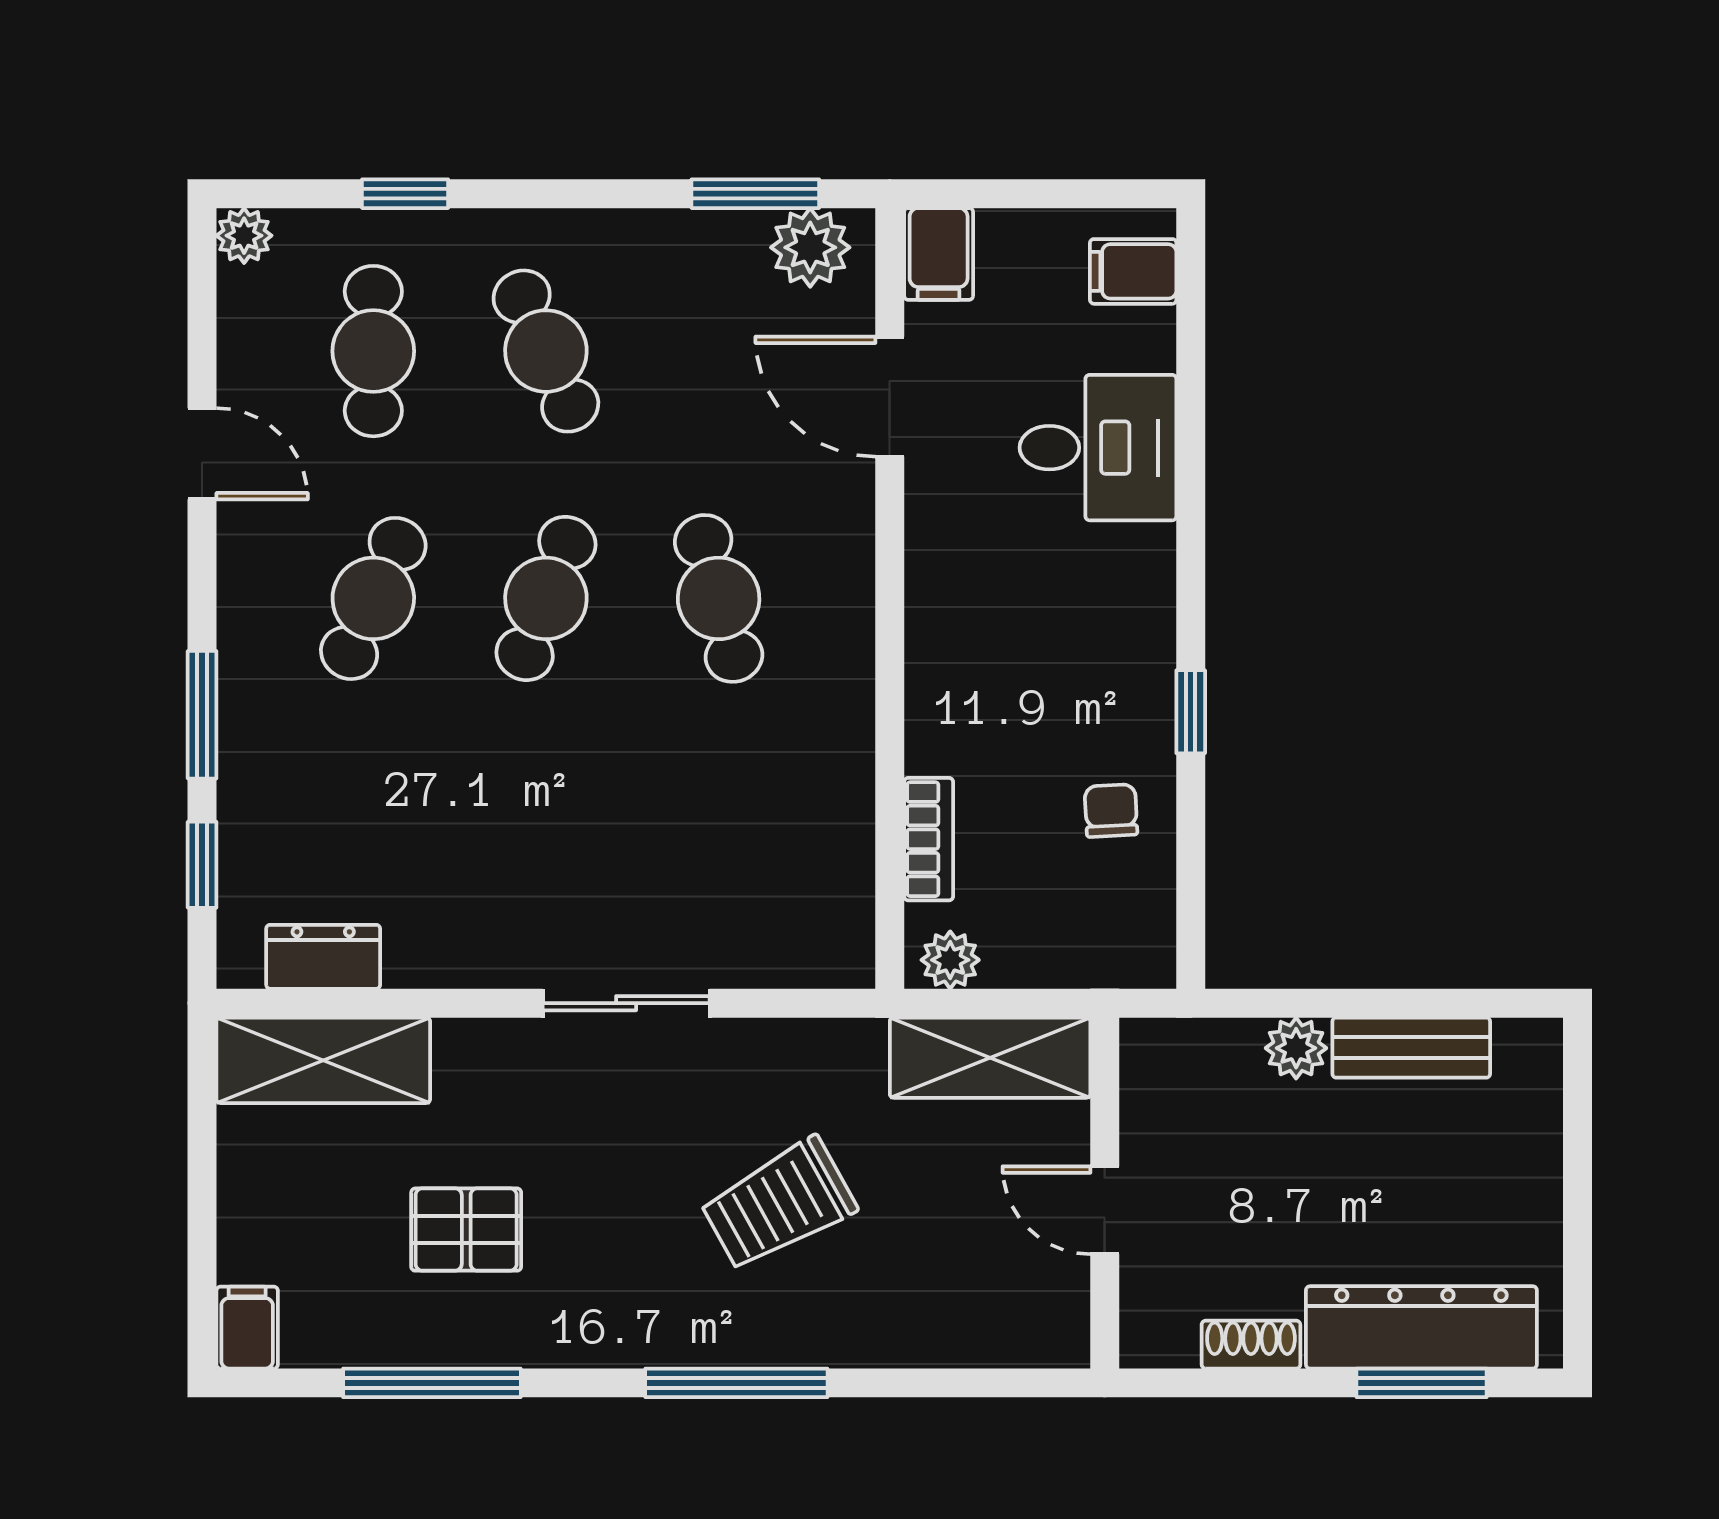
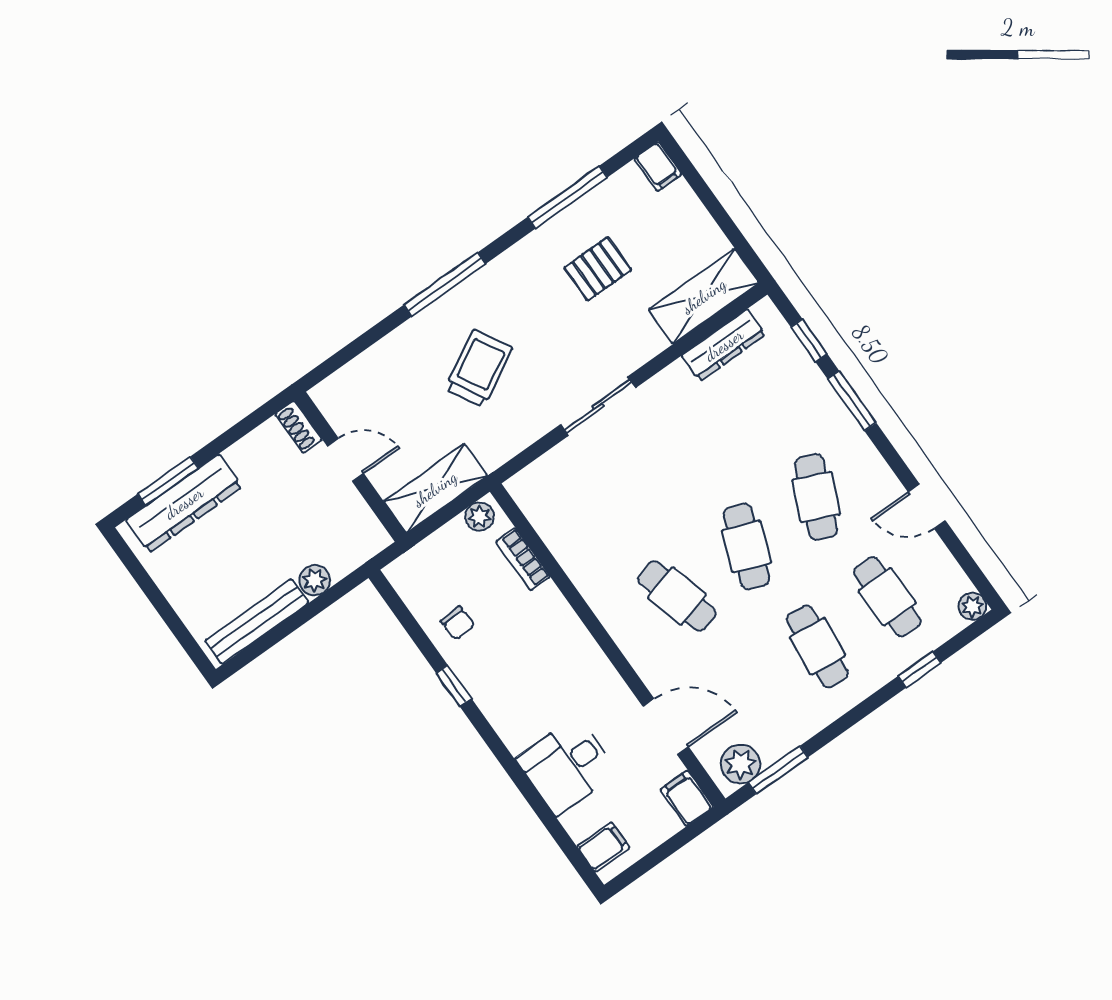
cafe table: (546, 351) -> (817, 646), turned 30
dresser: (323, 957) -> (724, 345), width x1.44
bench: (1411, 1048) -> (257, 622), width x1.36
shoe rack: (1251, 1345) -> (299, 427), moved, turned 90

